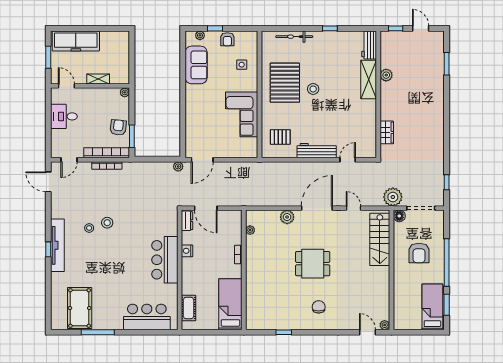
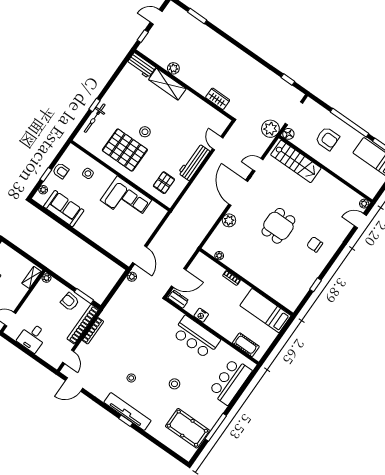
window: (330, 28) -> (95, 105), moved
shelving: (98, 79) -> (32, 277), moved
stool: (107, 223) -> (174, 384), moved

